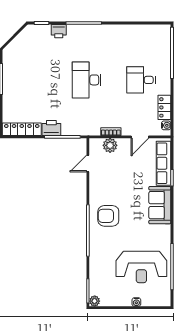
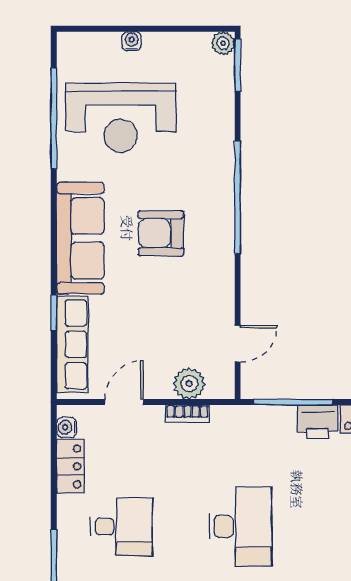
sofa: (160, 205) -> (80, 238), width x1.36
armchair: (108, 216) -> (161, 233), moved, turned 180
reception desk: (141, 267) -> (121, 118), turned 180

